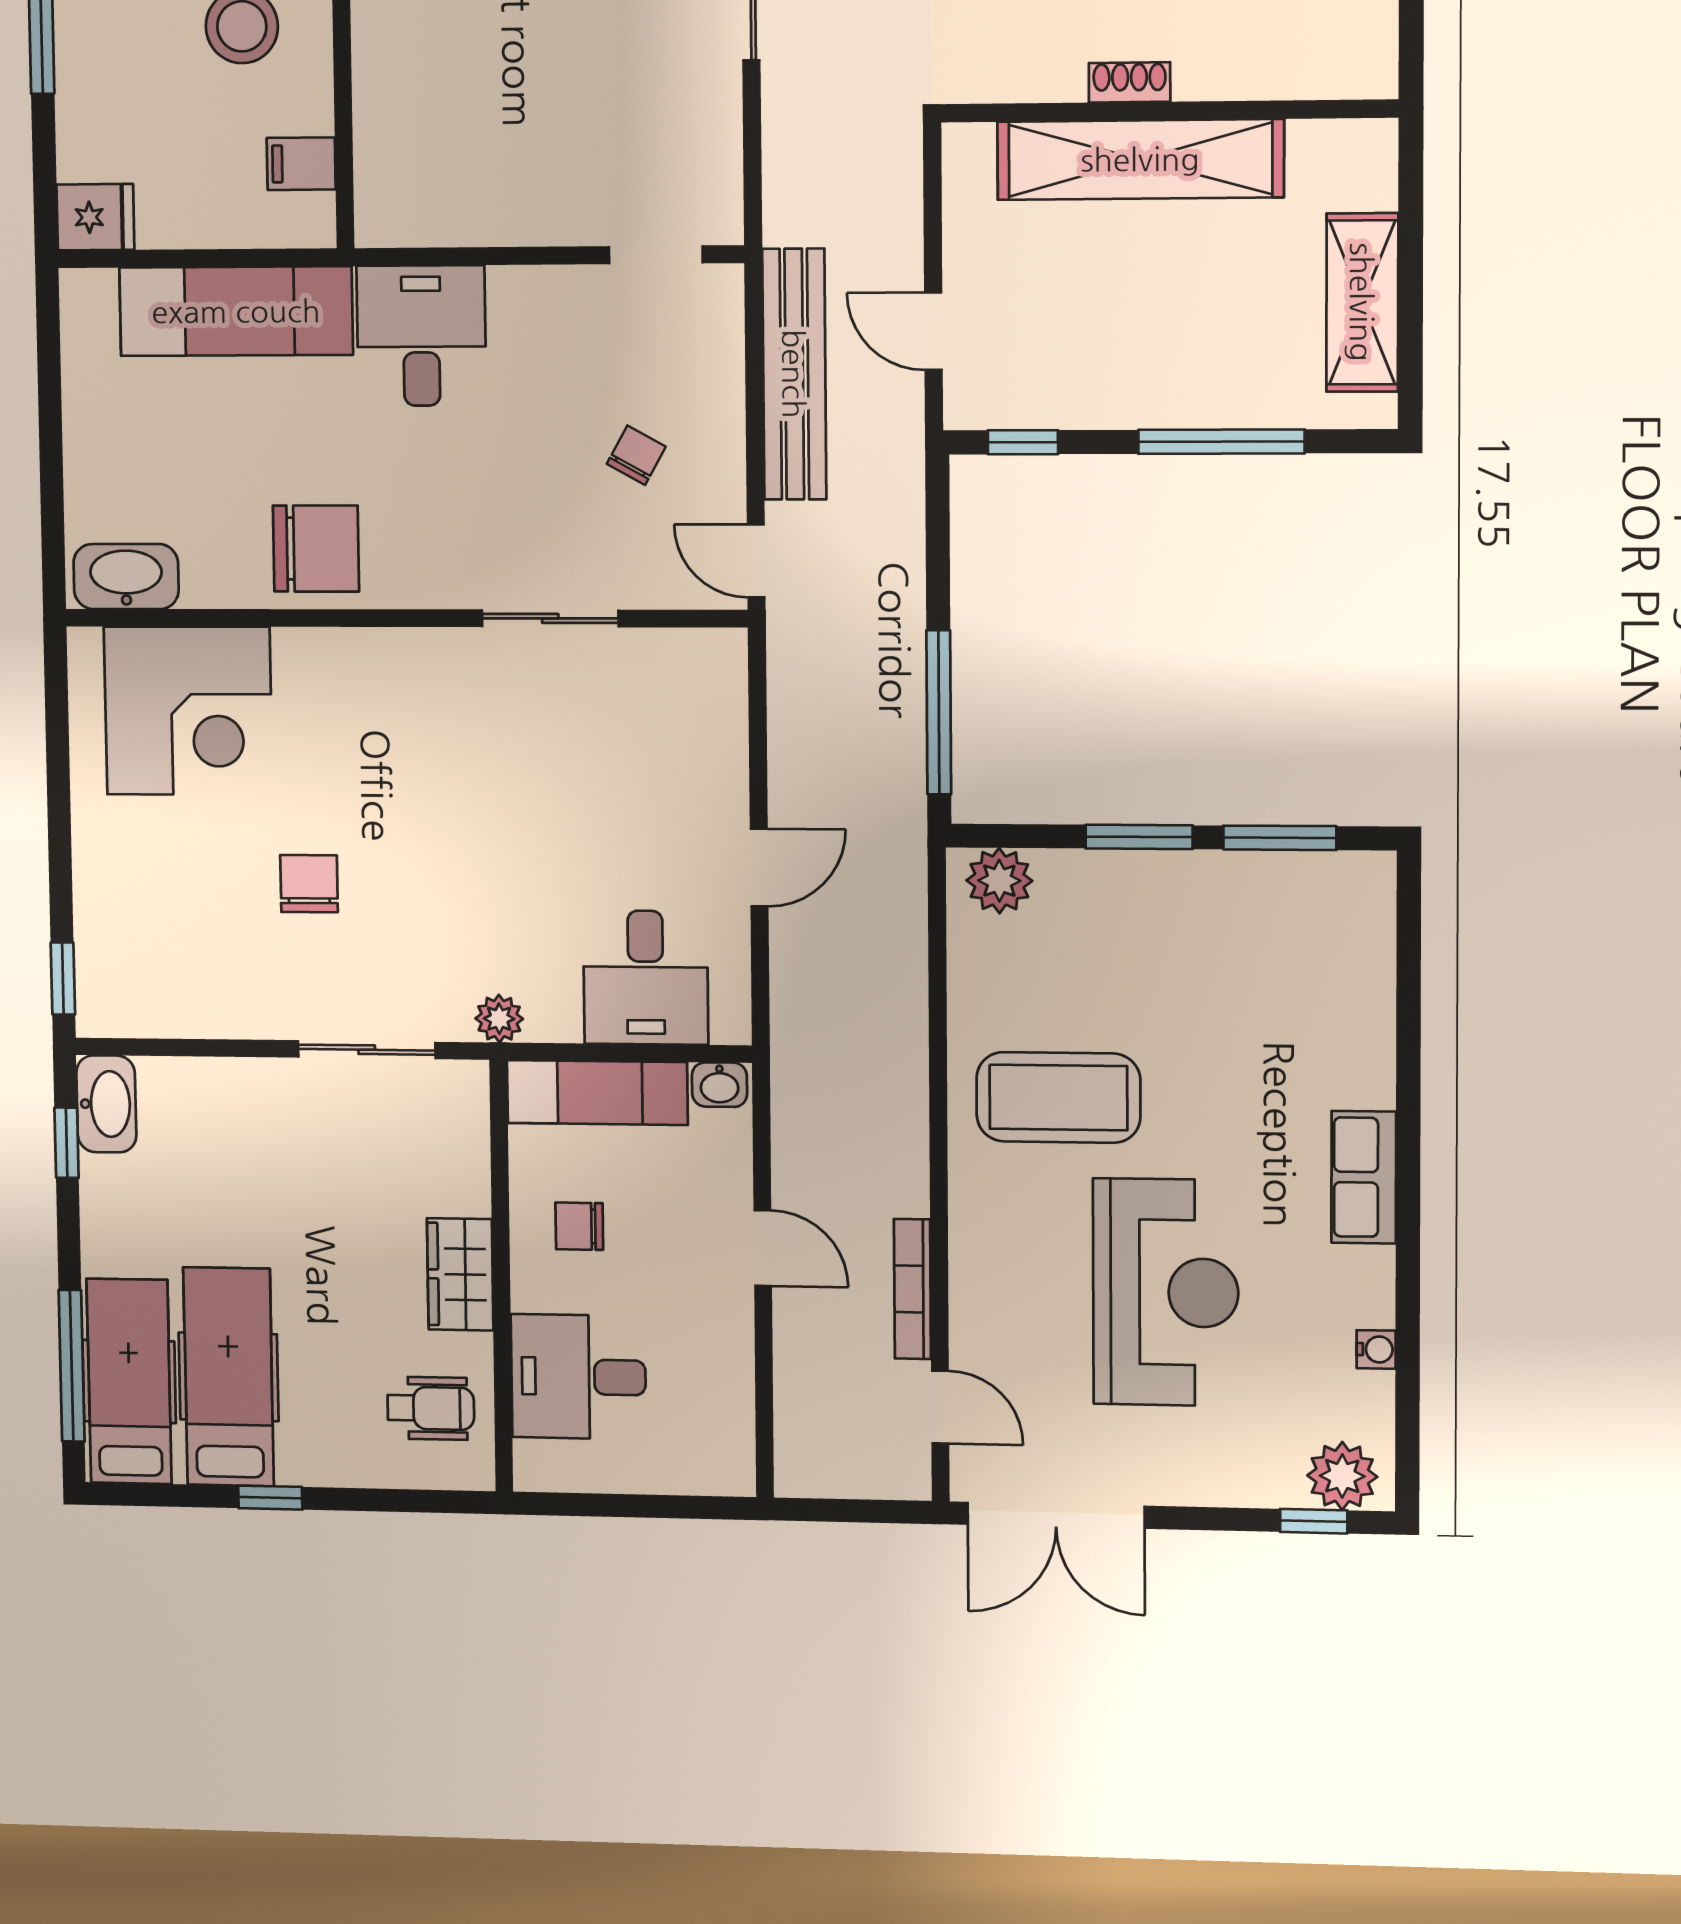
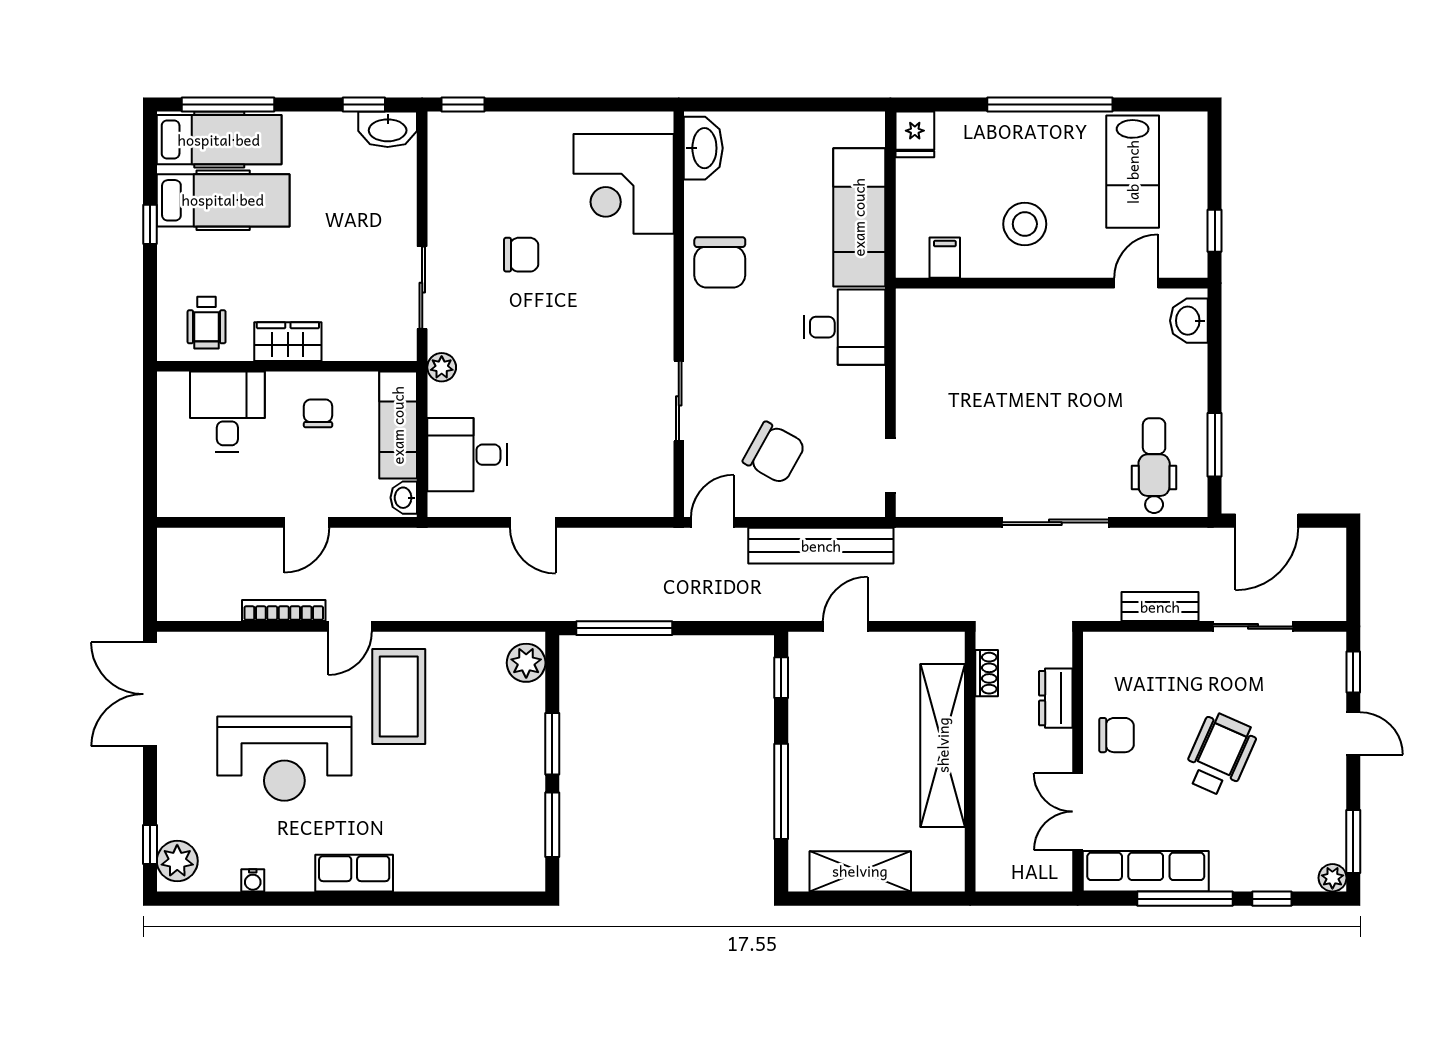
shoe rack: (1130, 82) -> (987, 673), moved
chair: (636, 455) -> (774, 453), width x1.87, depth x1.87
door: (940, 1407) -> (350, 626), moved

